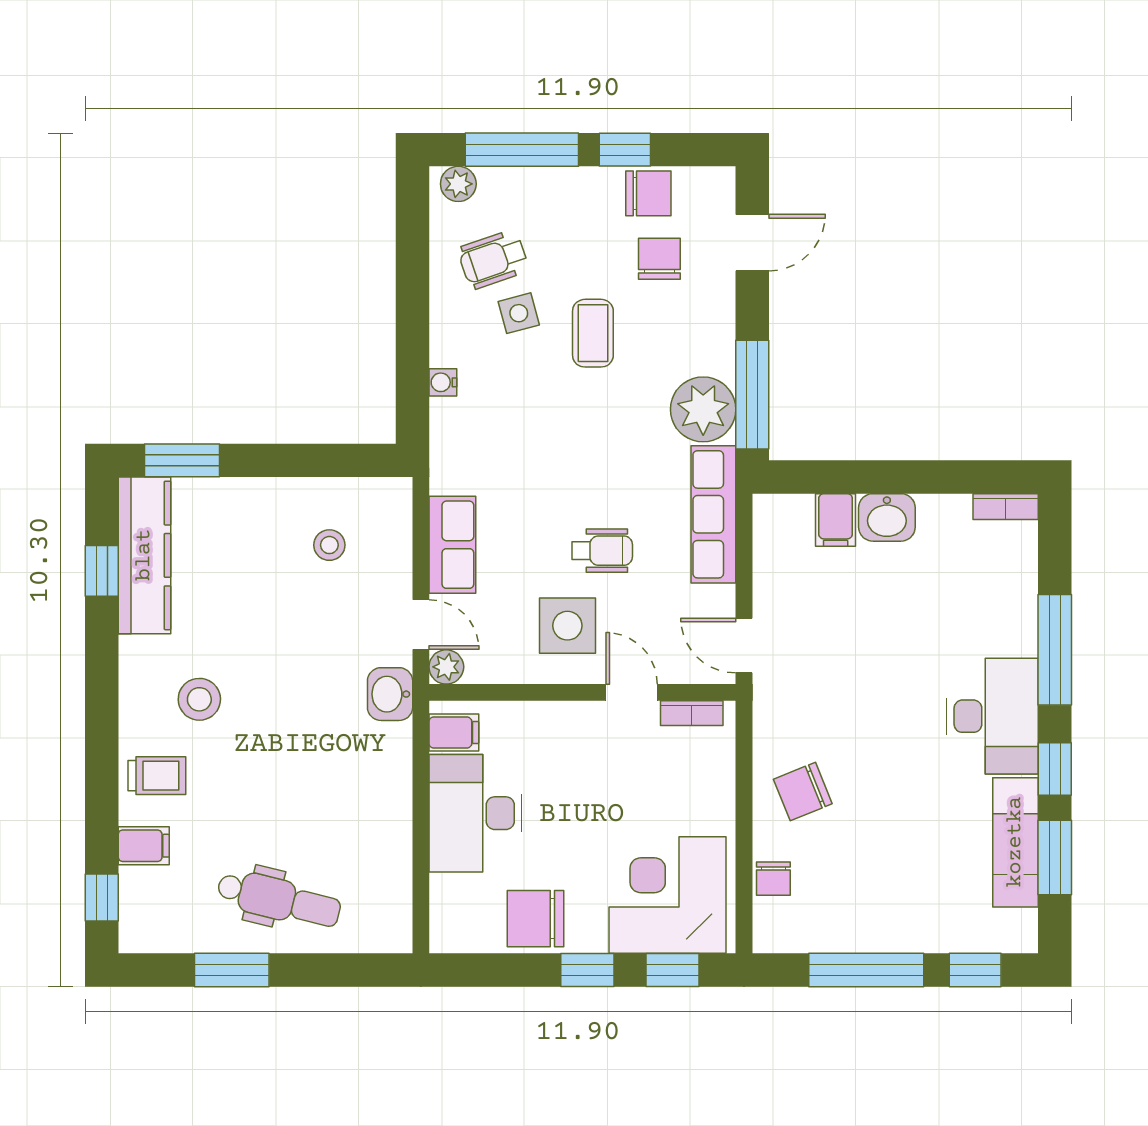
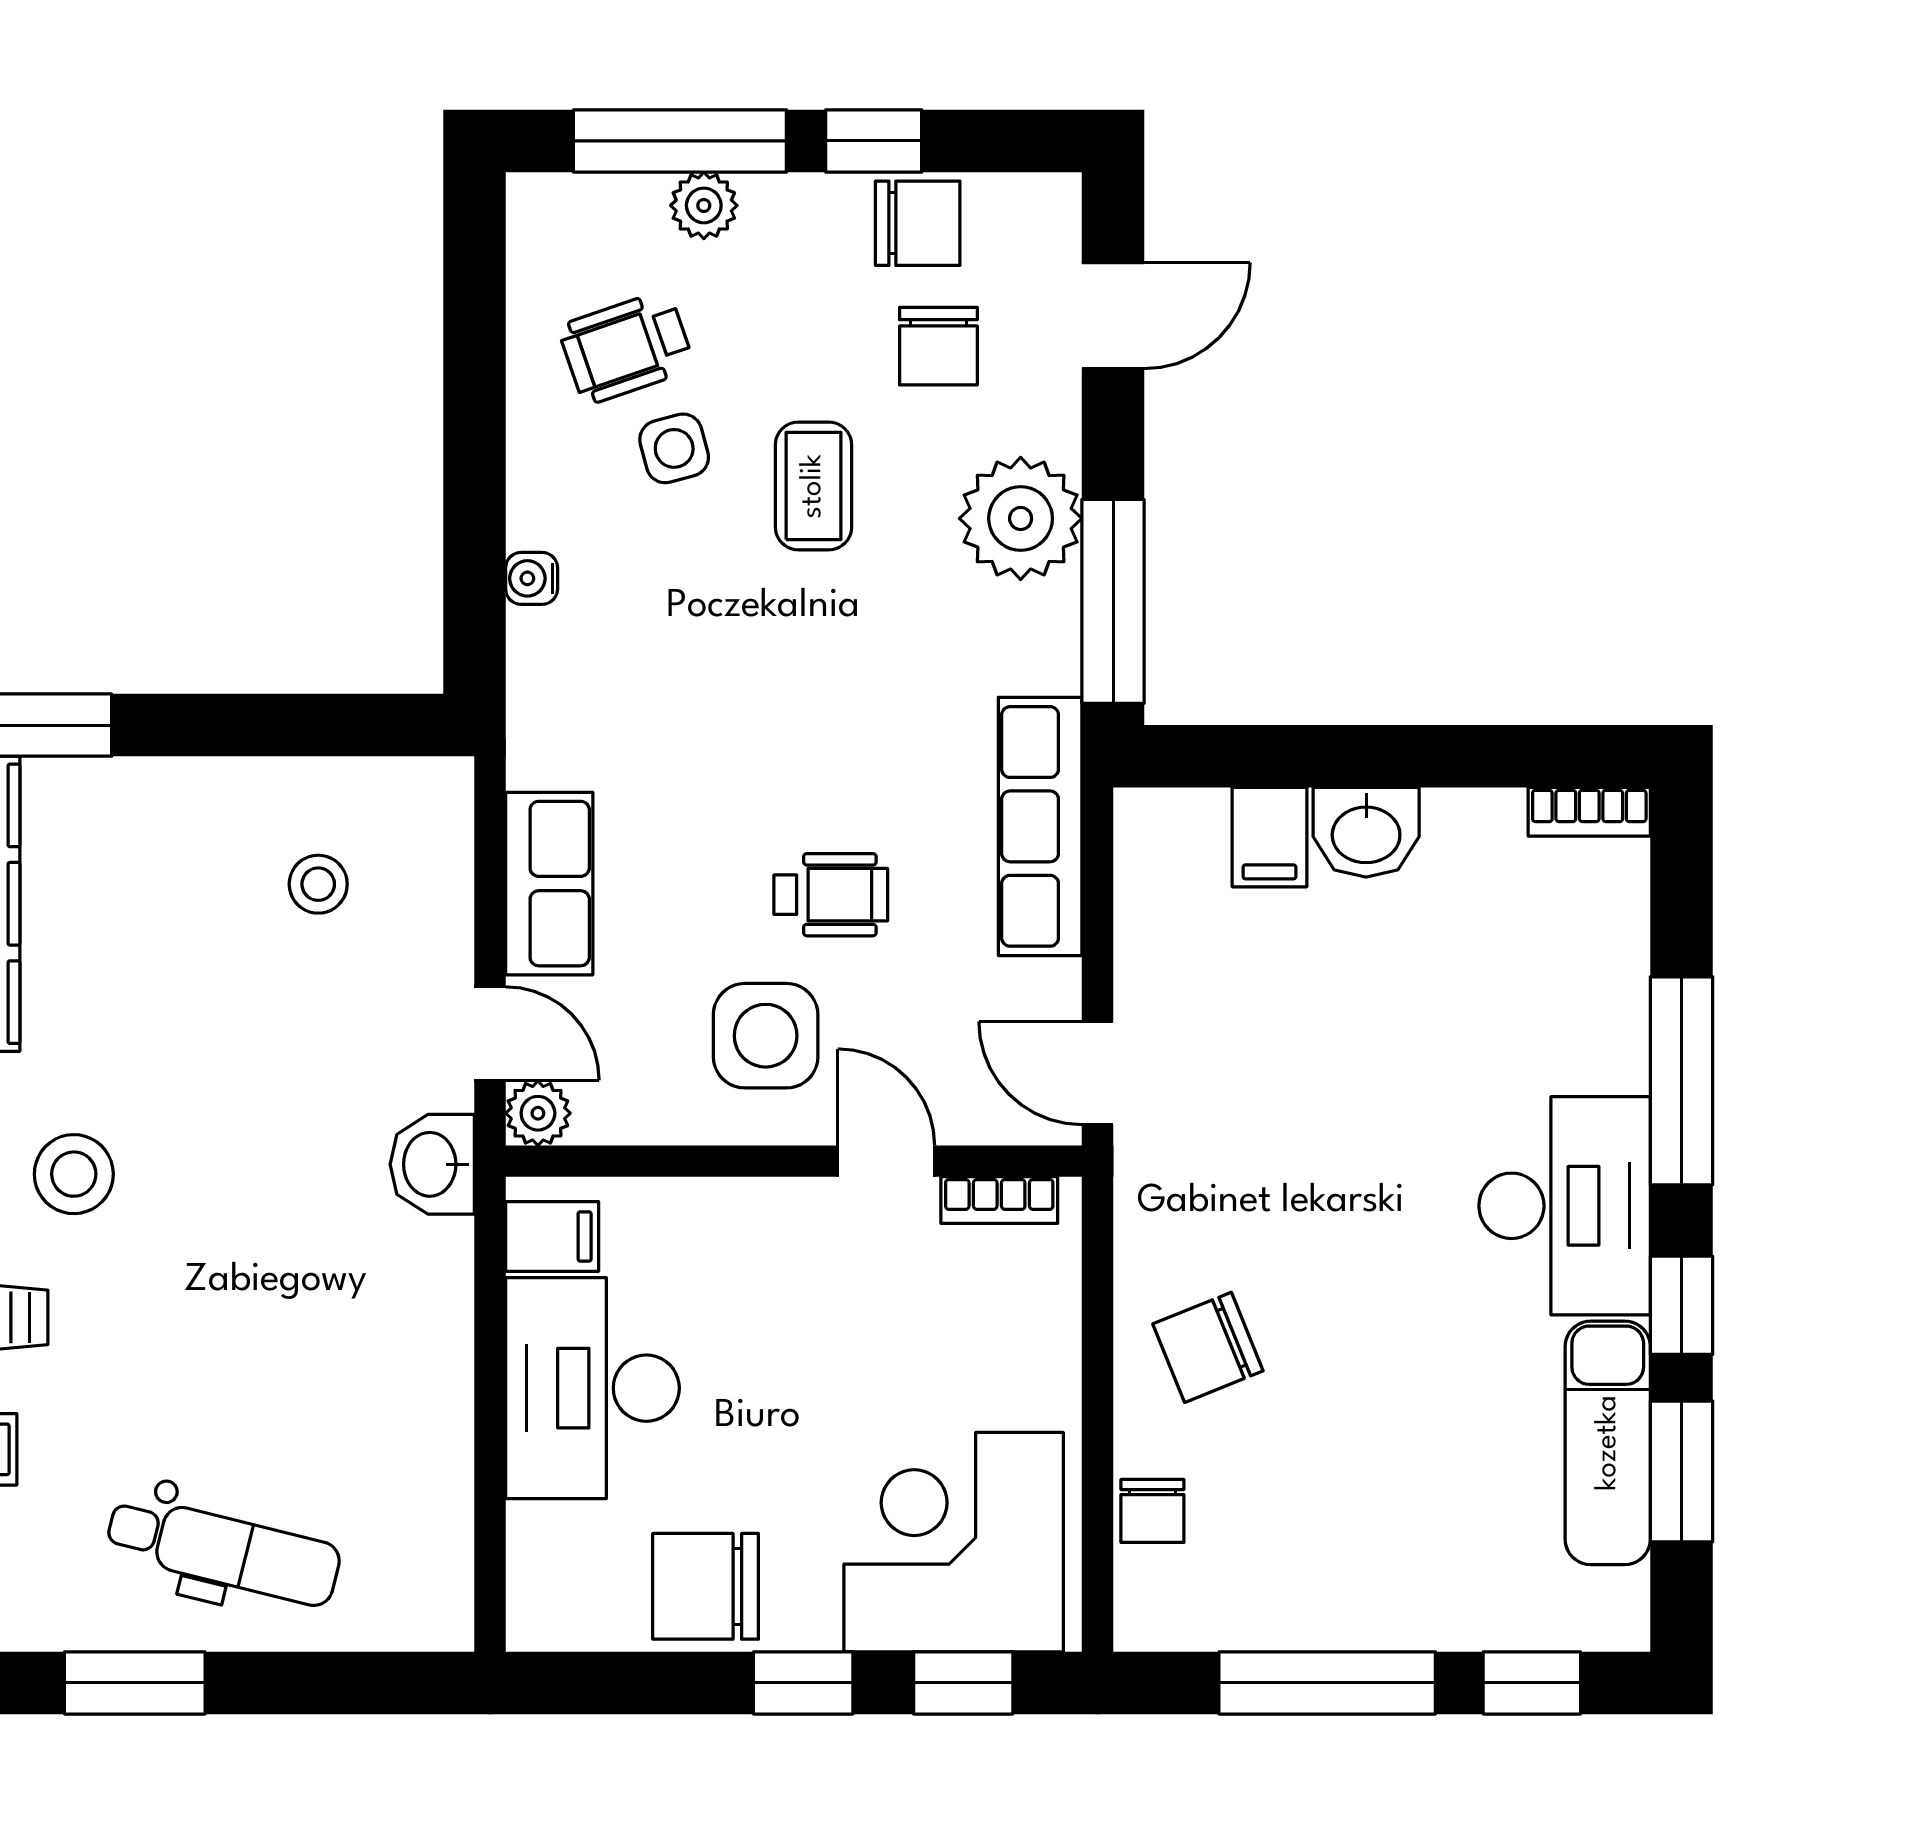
plant: (458, 184) -> (704, 205), moved
chair: (659, 259) -> (938, 346), turned 180
plant: (703, 409) -> (1021, 518), moved

